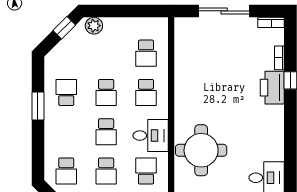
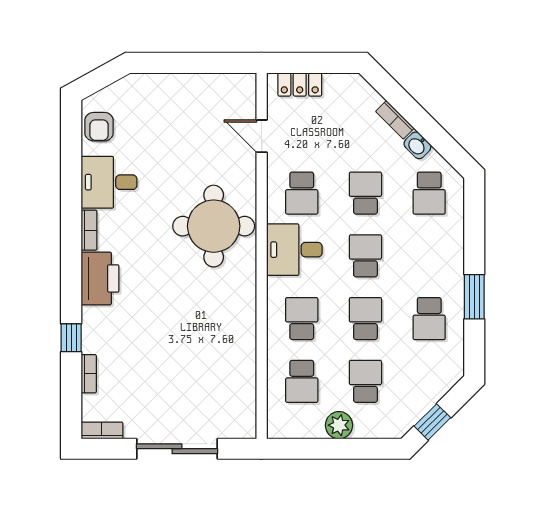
plant: (94, 26) -> (339, 425), moved
school desk: (106, 53) -> (365, 381), added
school desk: (146, 53) -> (302, 381), turned 180
printer: (272, 88) -> (100, 278), moved
bookcase: (279, 148) -> (89, 230), added
school desk: (66, 171) -> (429, 193), turned 180

